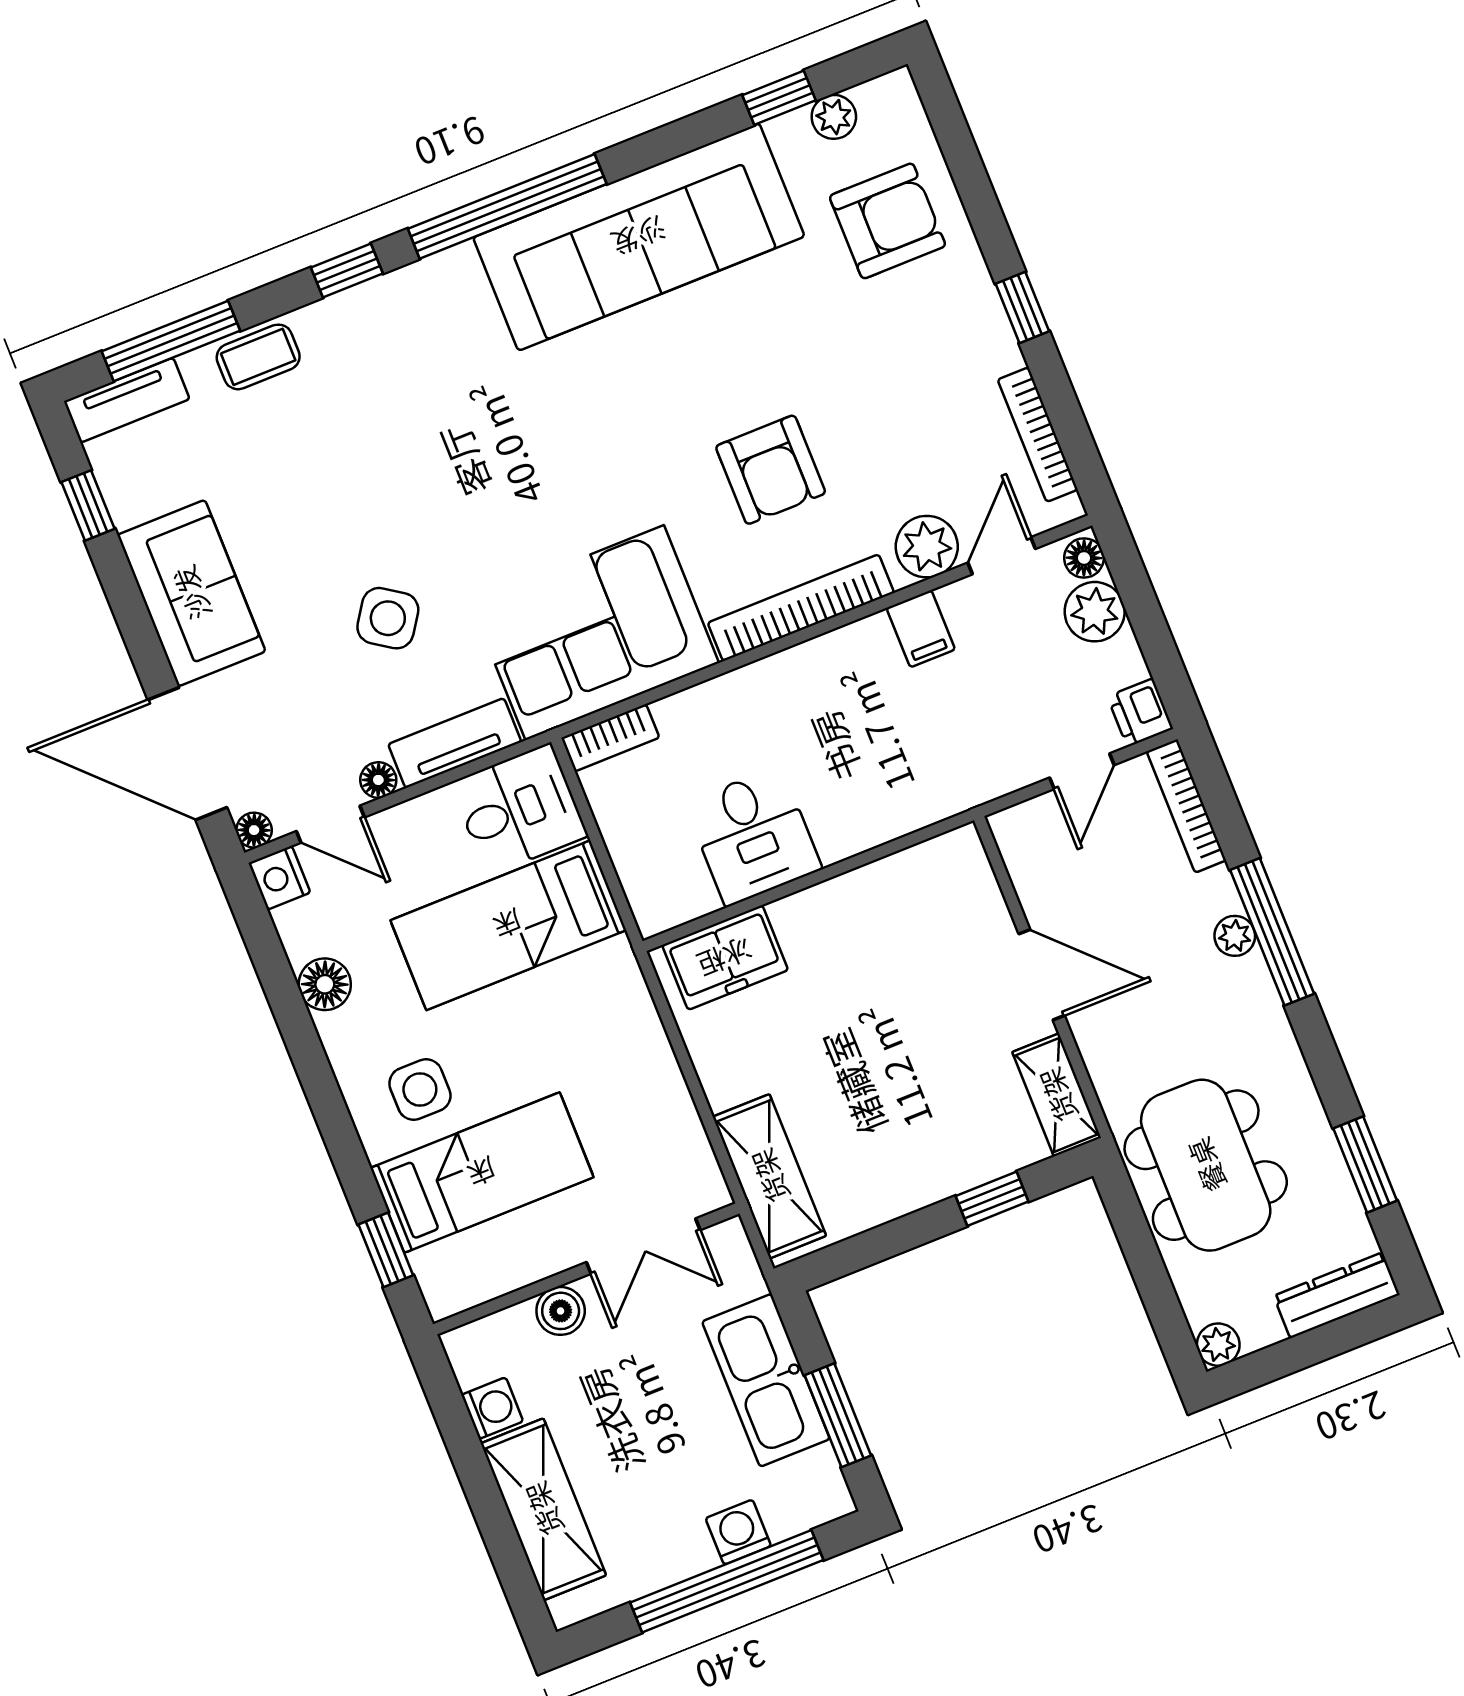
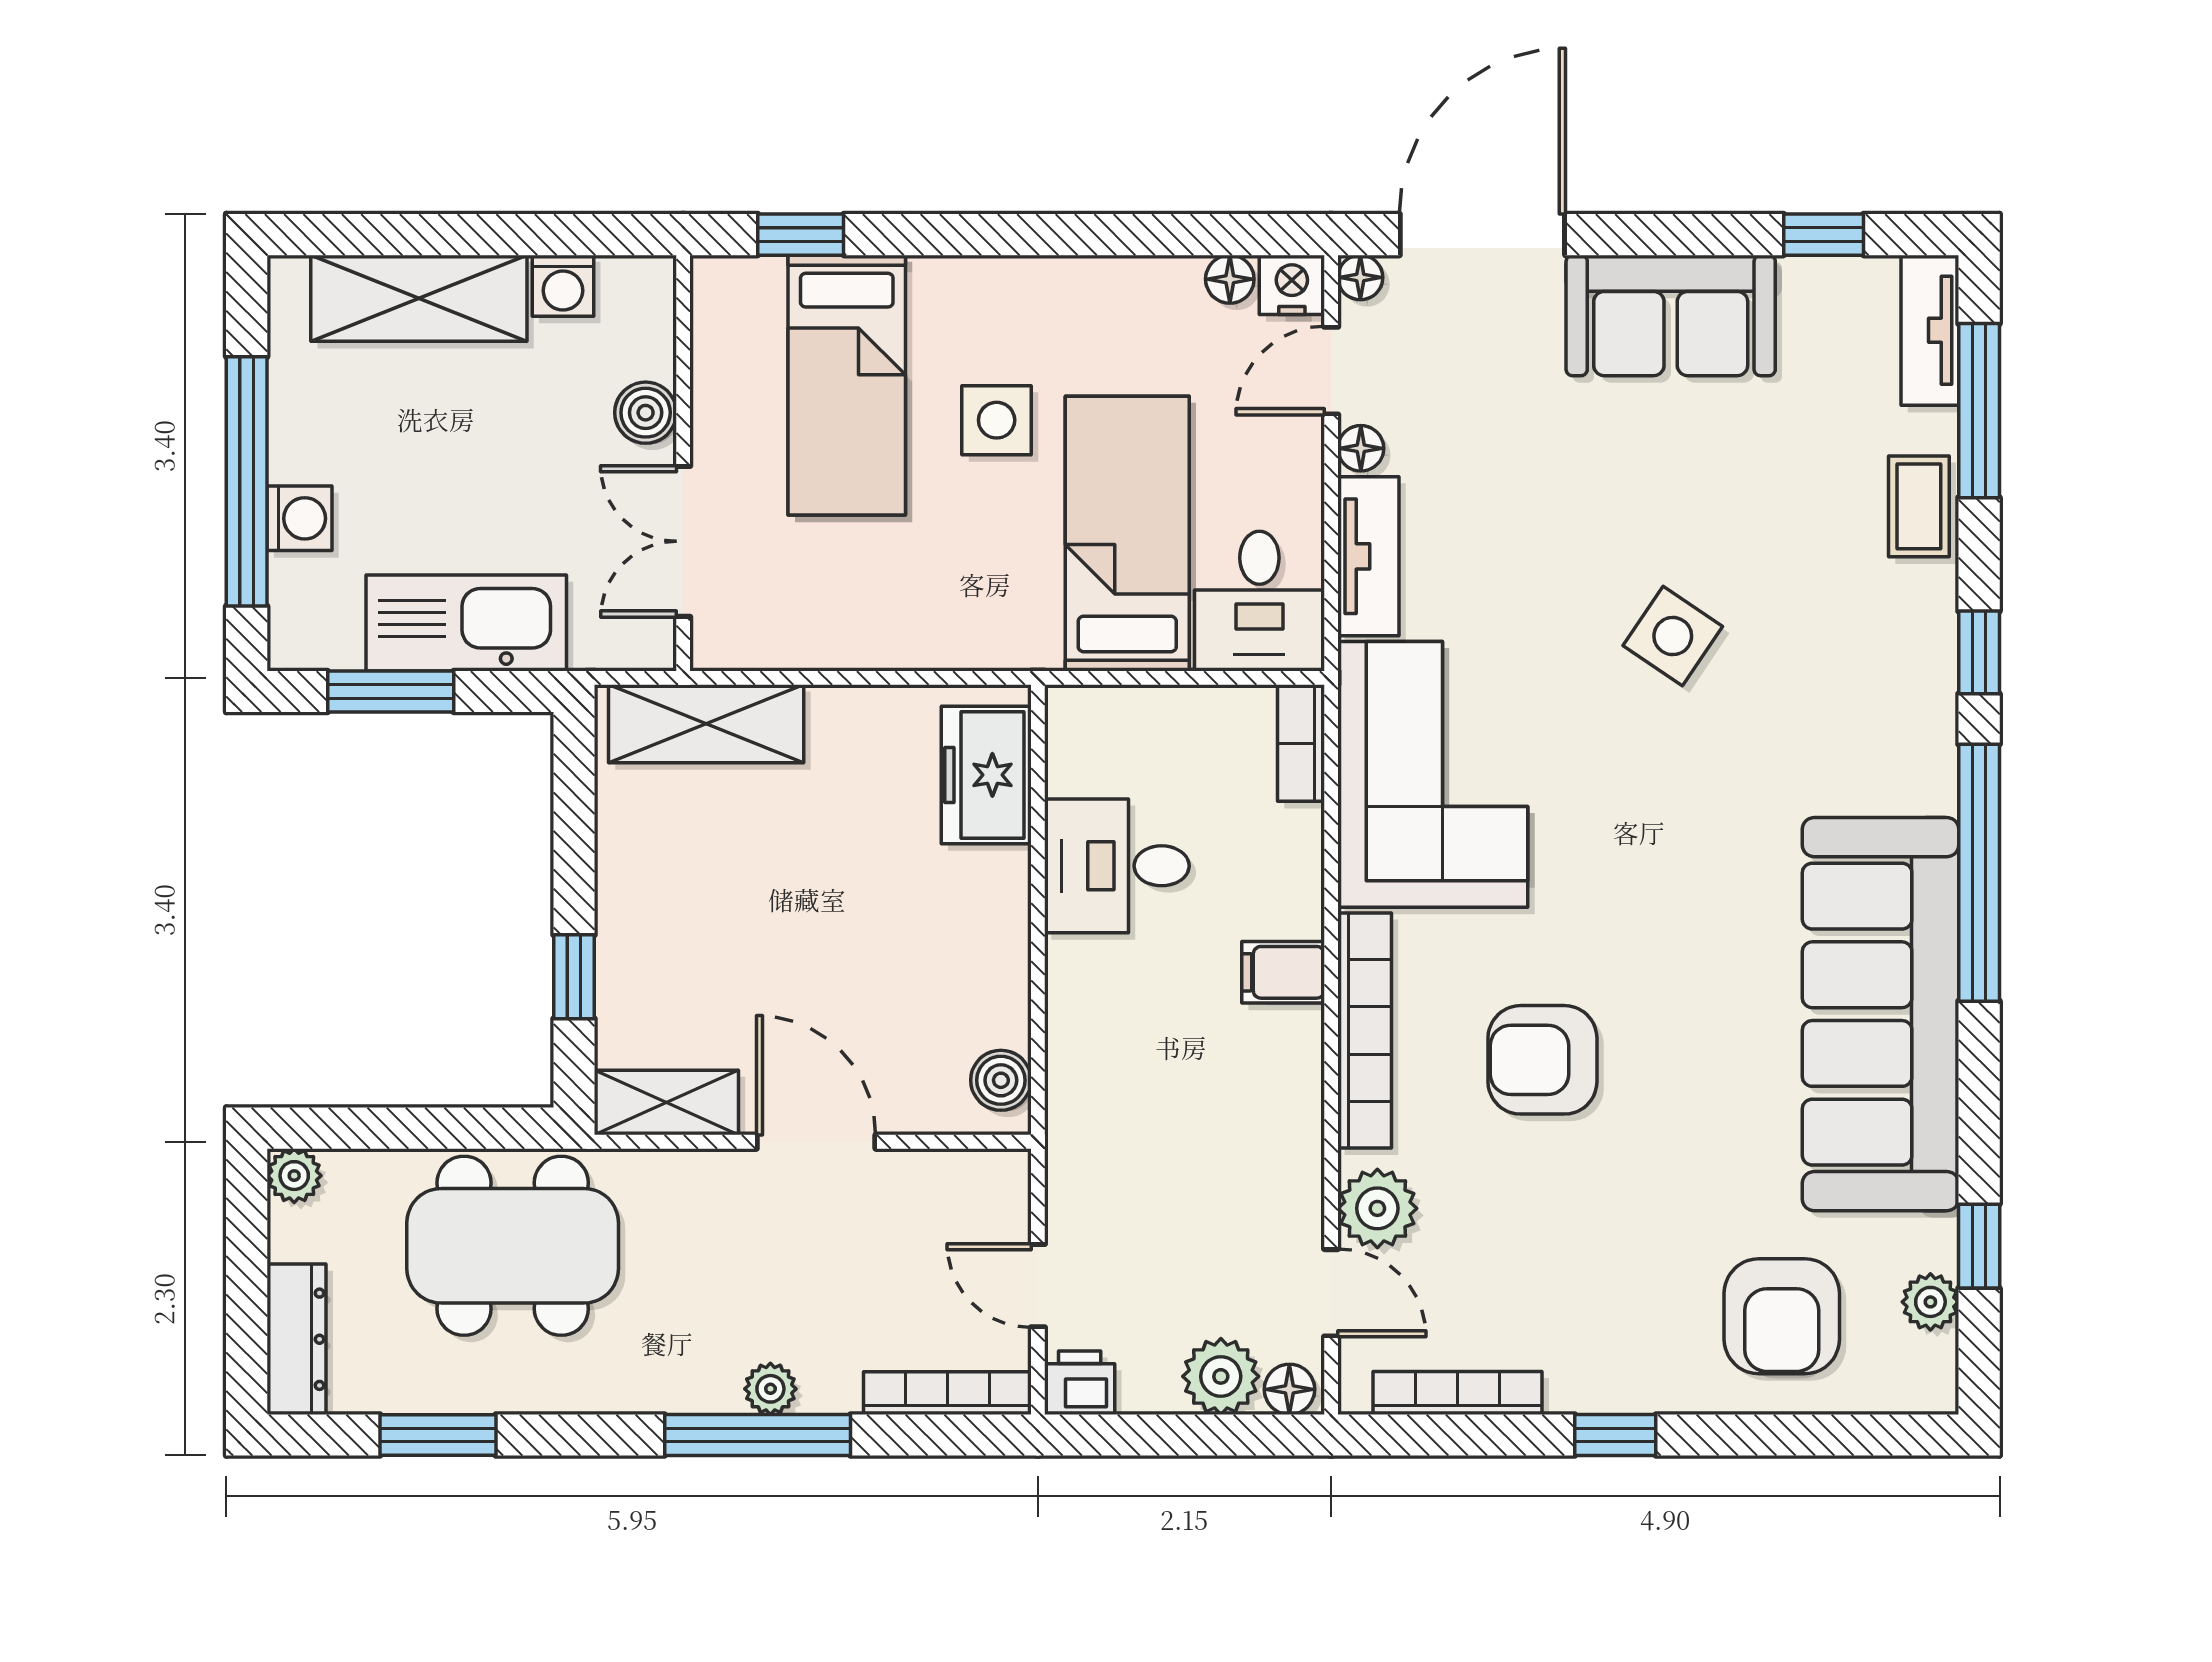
side table: (388, 618) -> (1673, 636), moved
filing cabinet: (921, 629) -> (1283, 972), moved
boiler: (943, 858) -> (1001, 1080), added
door: (1042, 975) -> (816, 1142), swing flipped
floor lamp: (325, 984) -> (1230, 279), moved, width x0.73, depth x0.73
side table: (420, 1089) -> (997, 420), moved

